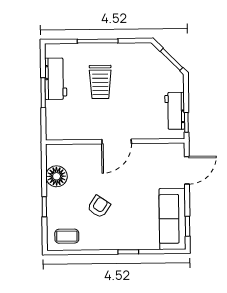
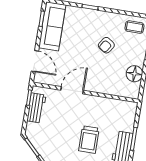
trolley: (100, 82) -> (89, 140), turned 180
door: (117, 142) -> (72, 90), moved
door: (187, 170) -> (35, 61), swing flipped

